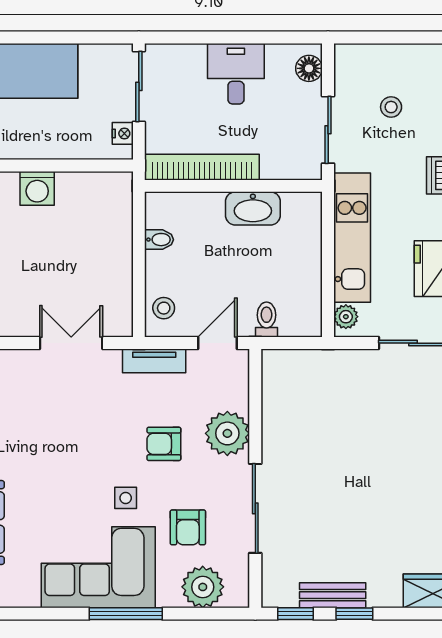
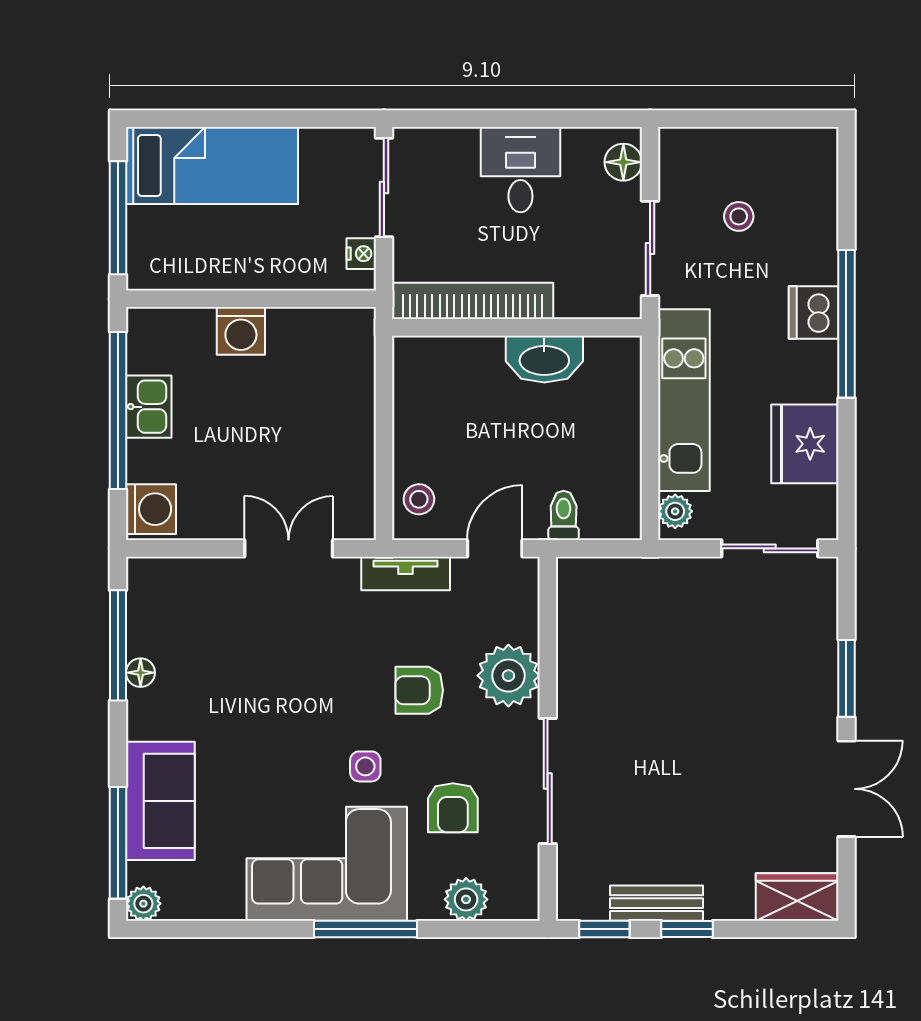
bidet: (159, 240) -> (412, 403), removed
plant: (203, 587) -> (466, 899), width x0.73, depth x0.73

